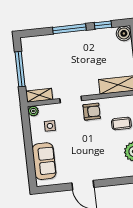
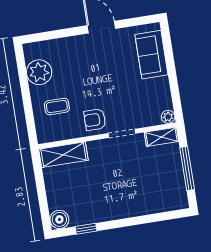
window: (69, 29) -> (128, 222), removed
side table: (50, 126) -> (146, 99), removed

